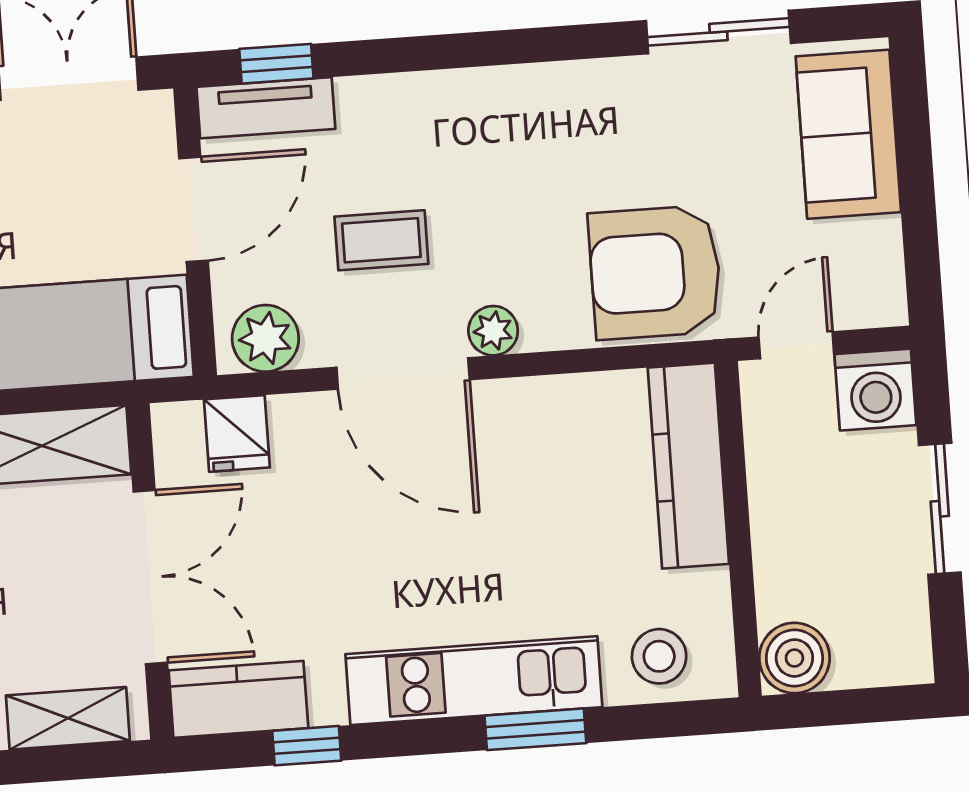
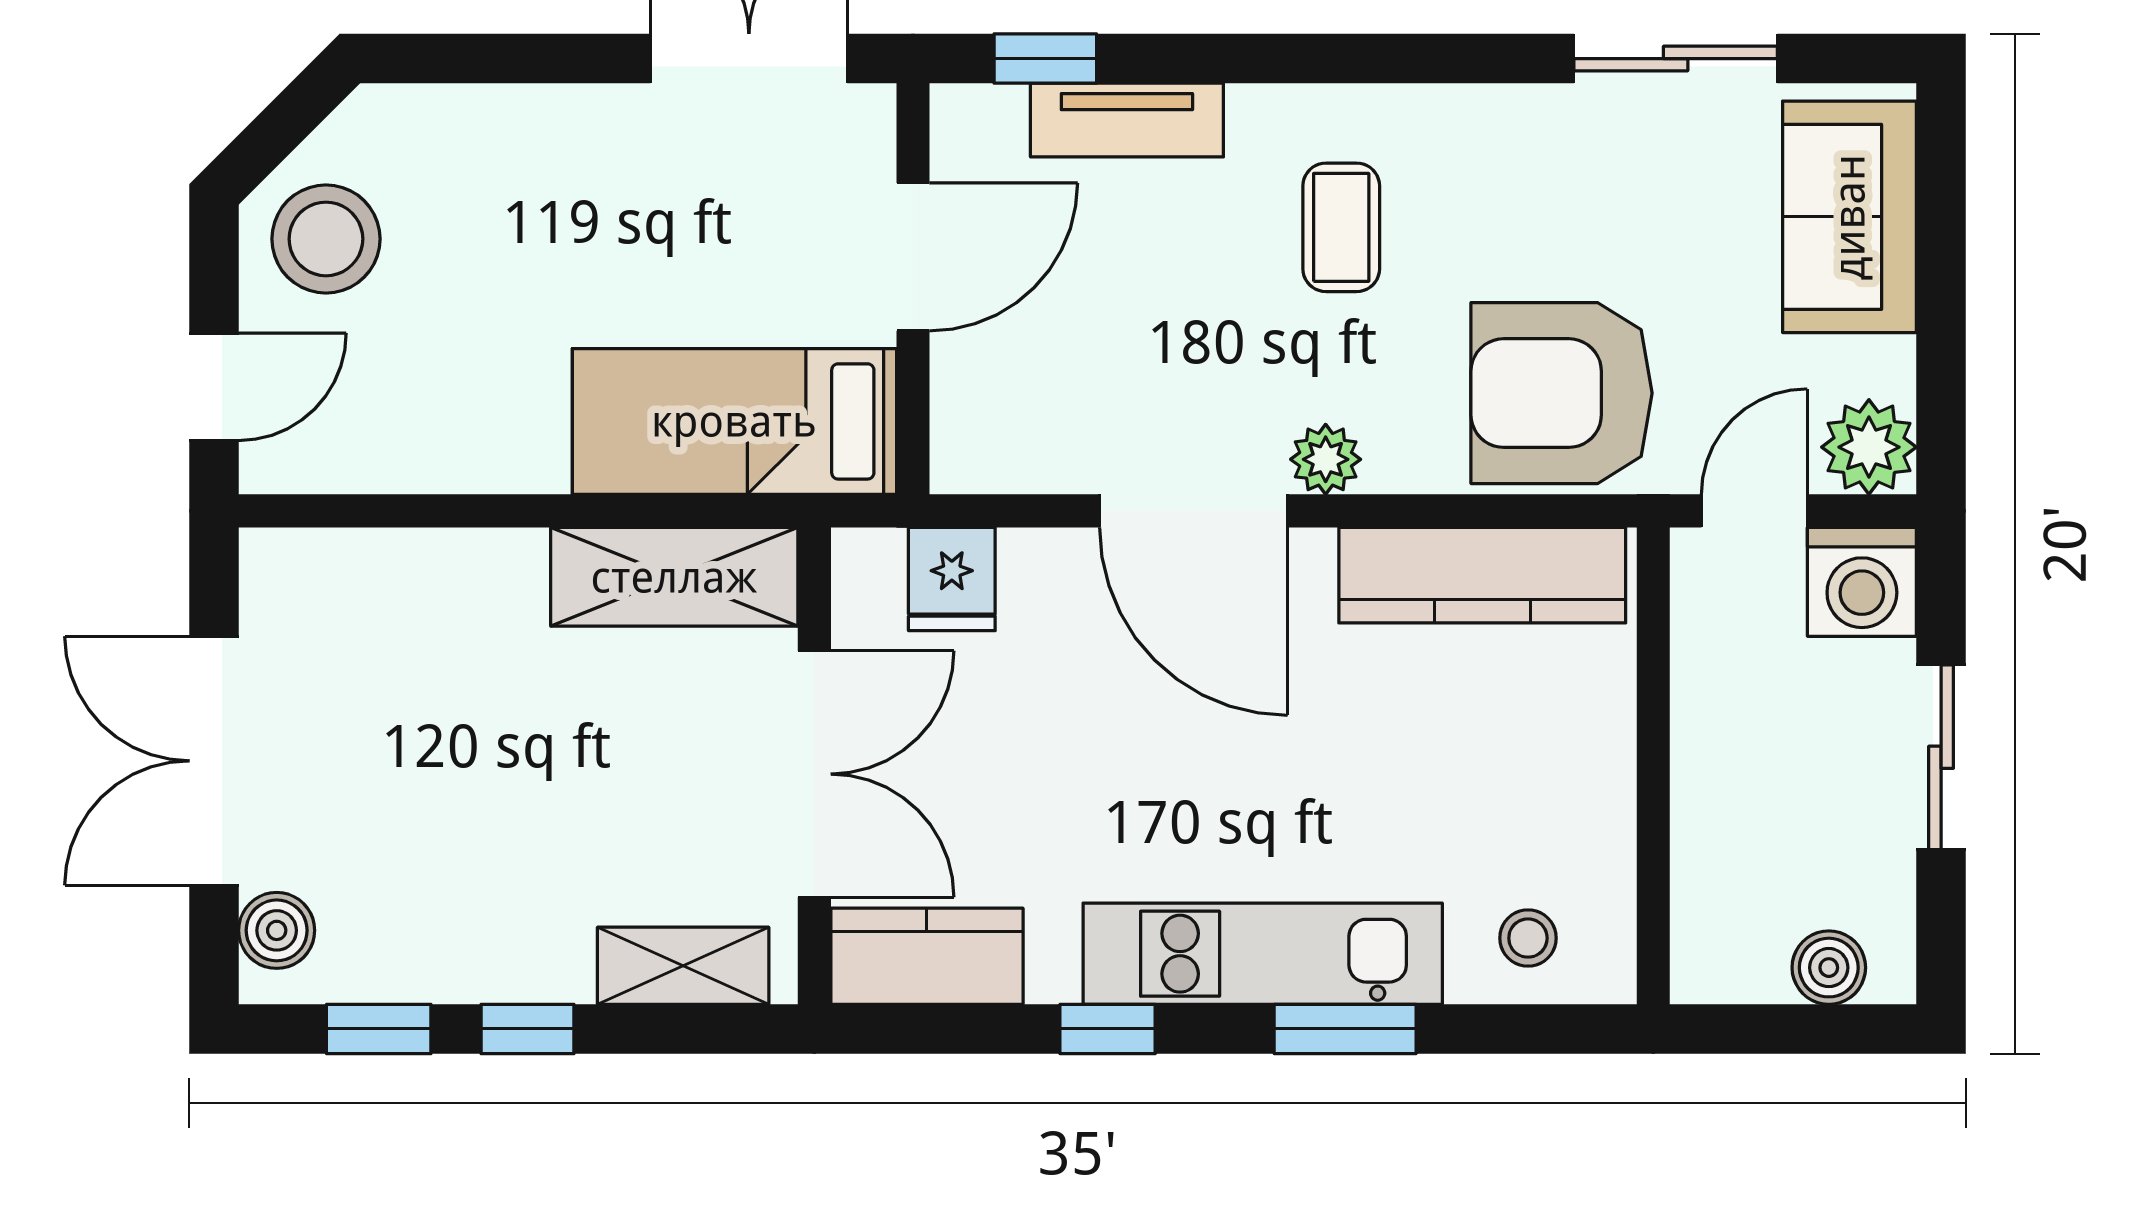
tv unit: (266, 108) -> (1127, 120), moved
coffee table: (381, 240) -> (1341, 227), moved, turned 90
plant: (265, 338) -> (1869, 447), moved
kitchen counter: (688, 466) -> (1482, 575), moved, turned -90
stool: (659, 656) -> (1528, 938), width x0.73, depth x0.73
boiler: (794, 658) -> (1829, 968), moved, width x0.73, depth x0.73
window: (307, 746) -> (1108, 1029), moved

